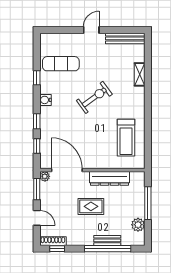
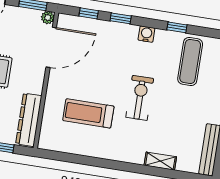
exercise bike: (94, 97) -> (140, 98), turned -144
treadmill: (126, 138) -> (88, 113), moved
dresser: (109, 178) -> (29, 120), moved

